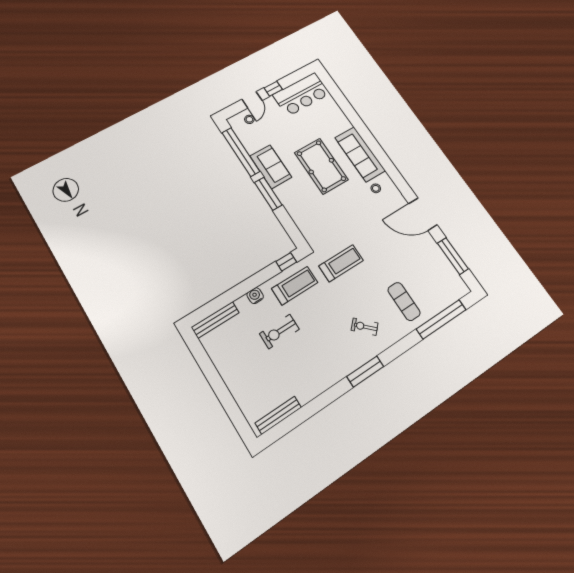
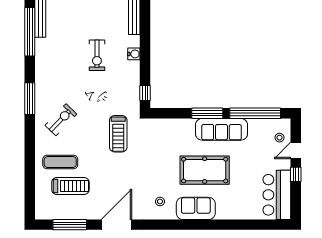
door: (252, 100) -> (296, 150), hinge flipped
sofa: (360, 154) -> (196, 208), width x0.73
sofa: (271, 167) -> (221, 129), width x1.36
treadmill: (295, 286) -> (70, 186), moved, turned -90
window: (441, 319) -> (30, 32), moved
exercise bike: (365, 327) -> (61, 120), width x1.38, depth x1.39
exercise bike: (279, 331) -> (97, 55), turned 180

